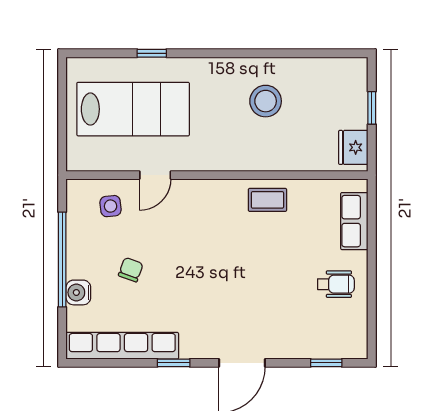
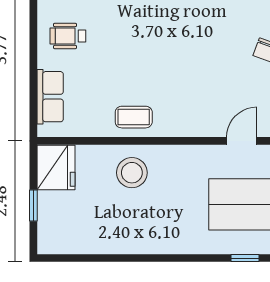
stool: (266, 101) -> (132, 173), moved
fridge: (353, 147) -> (56, 168), width x1.36, depth x1.34

